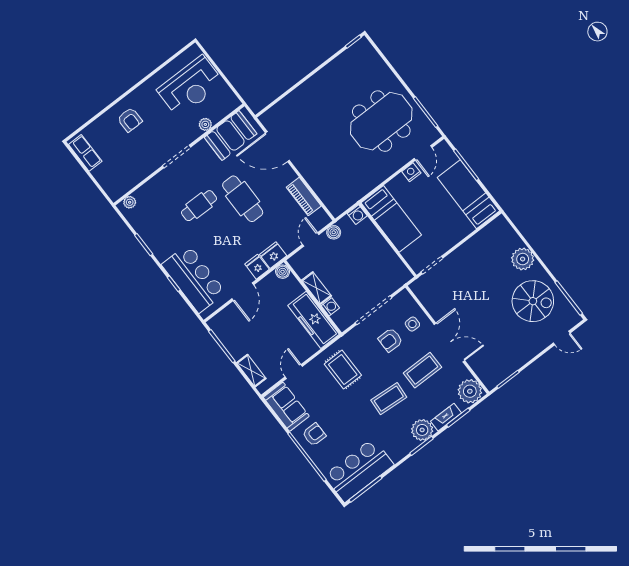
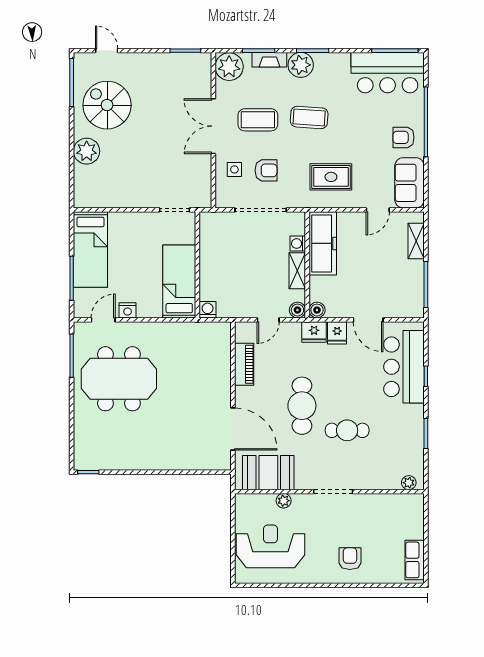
boiler: (334, 232) -> (297, 310), moved
door: (243, 292) -> (368, 320), swing flipped
rug: (343, 370) -> (331, 177), turned 90

